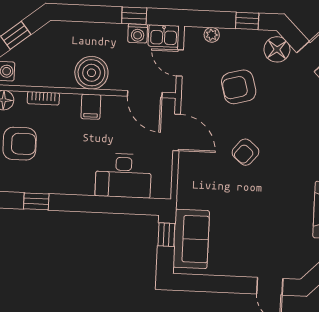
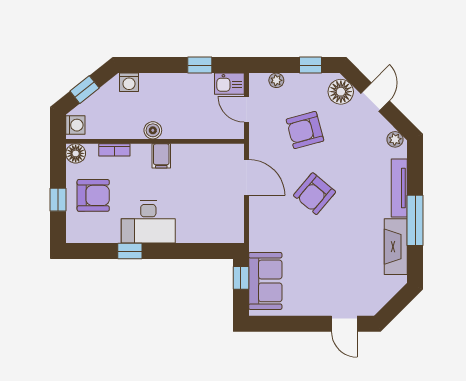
washing machine: (138, 33) -> (129, 82), moved
boiler: (91, 73) -> (153, 130), width x0.54, depth x0.54
door: (145, 94) -> (213, 141), removed
armchair: (245, 152) -> (315, 194), width x1.38, depth x1.38
desk: (123, 176) -> (148, 222), moved
window: (36, 201) -> (130, 251), moved

